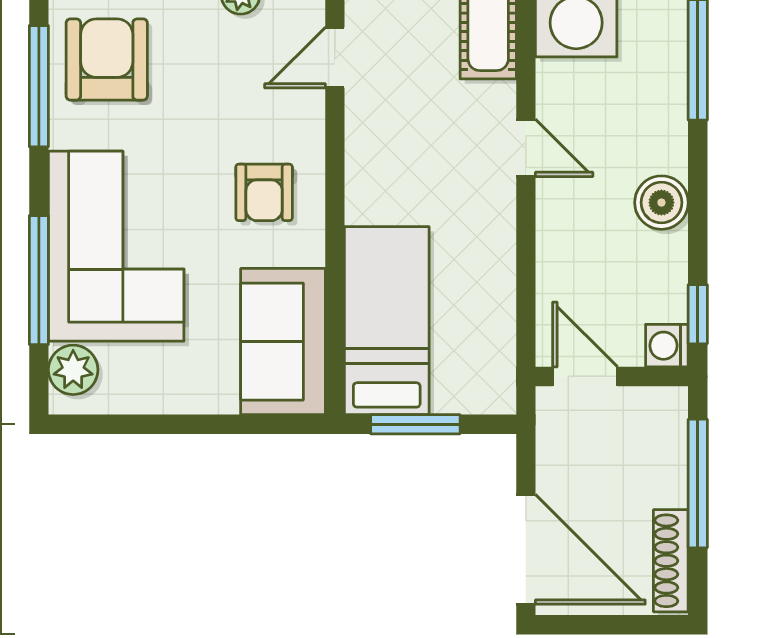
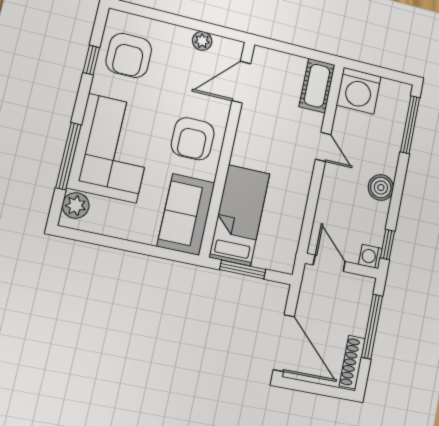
door: (335, 58) -> (241, 82), width x1.38
armchair: (107, 60) -> (129, 55), turned 180
window: (39, 86) -> (91, 60), width x0.46
armchair: (264, 192) -> (193, 139), width x1.38, depth x1.38

